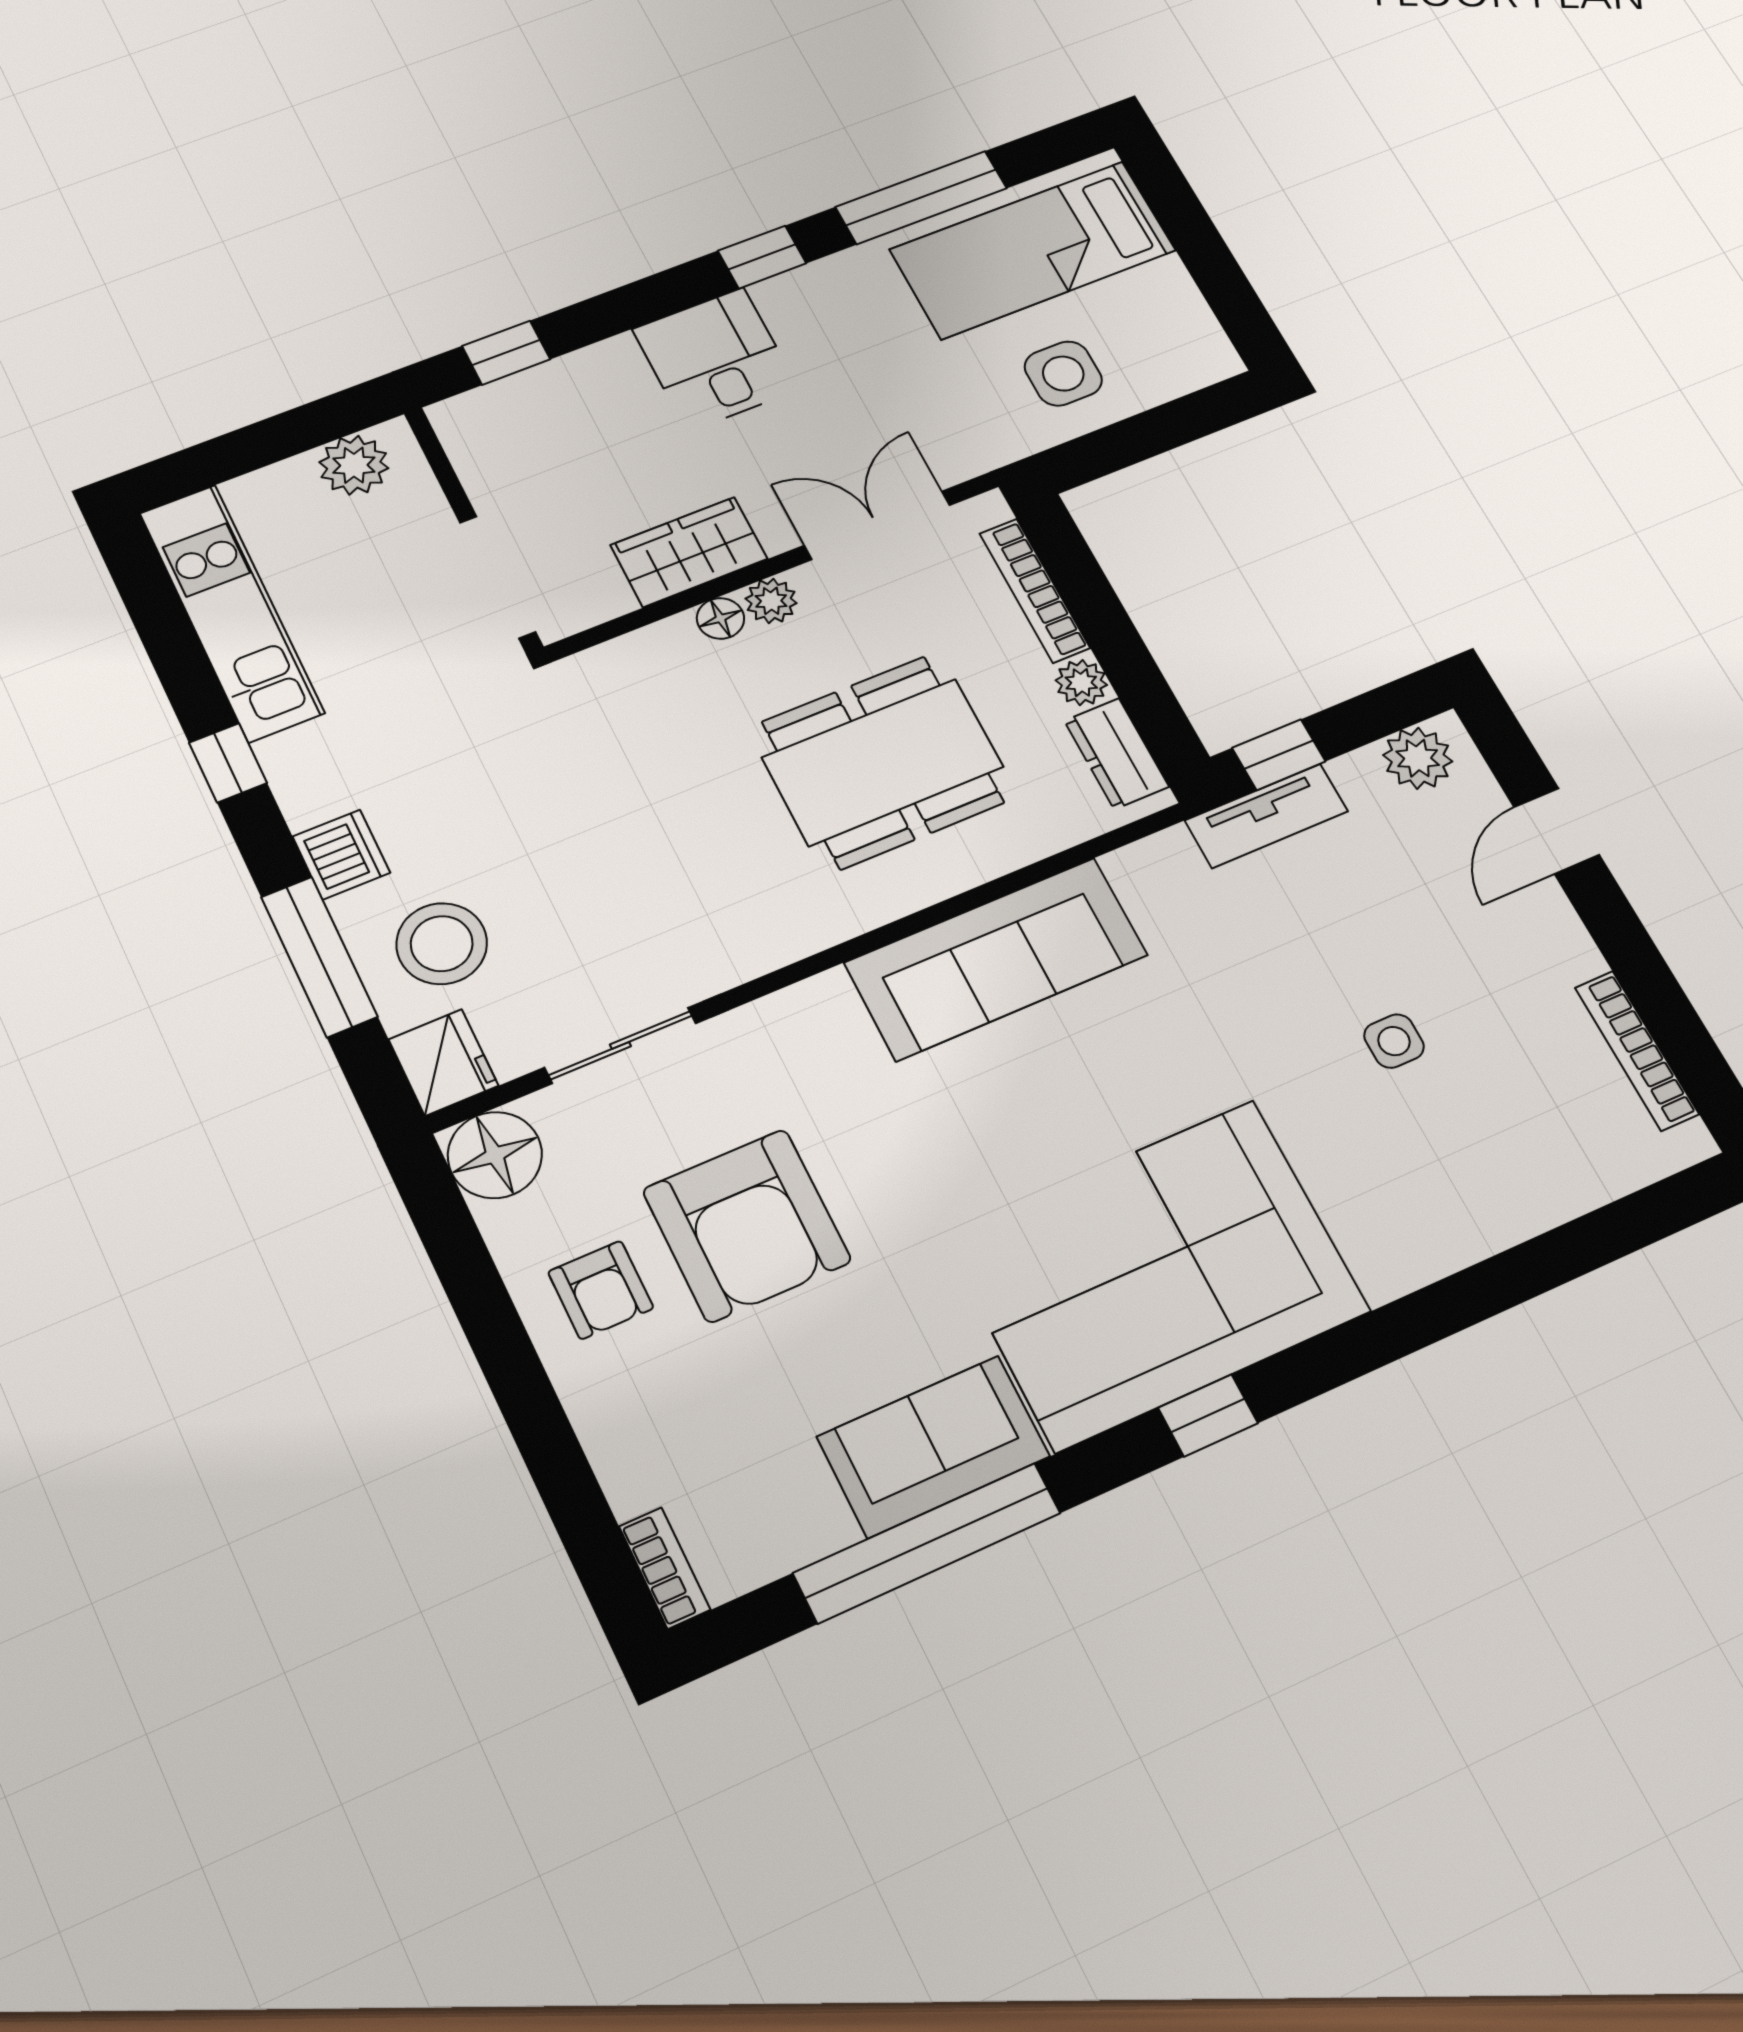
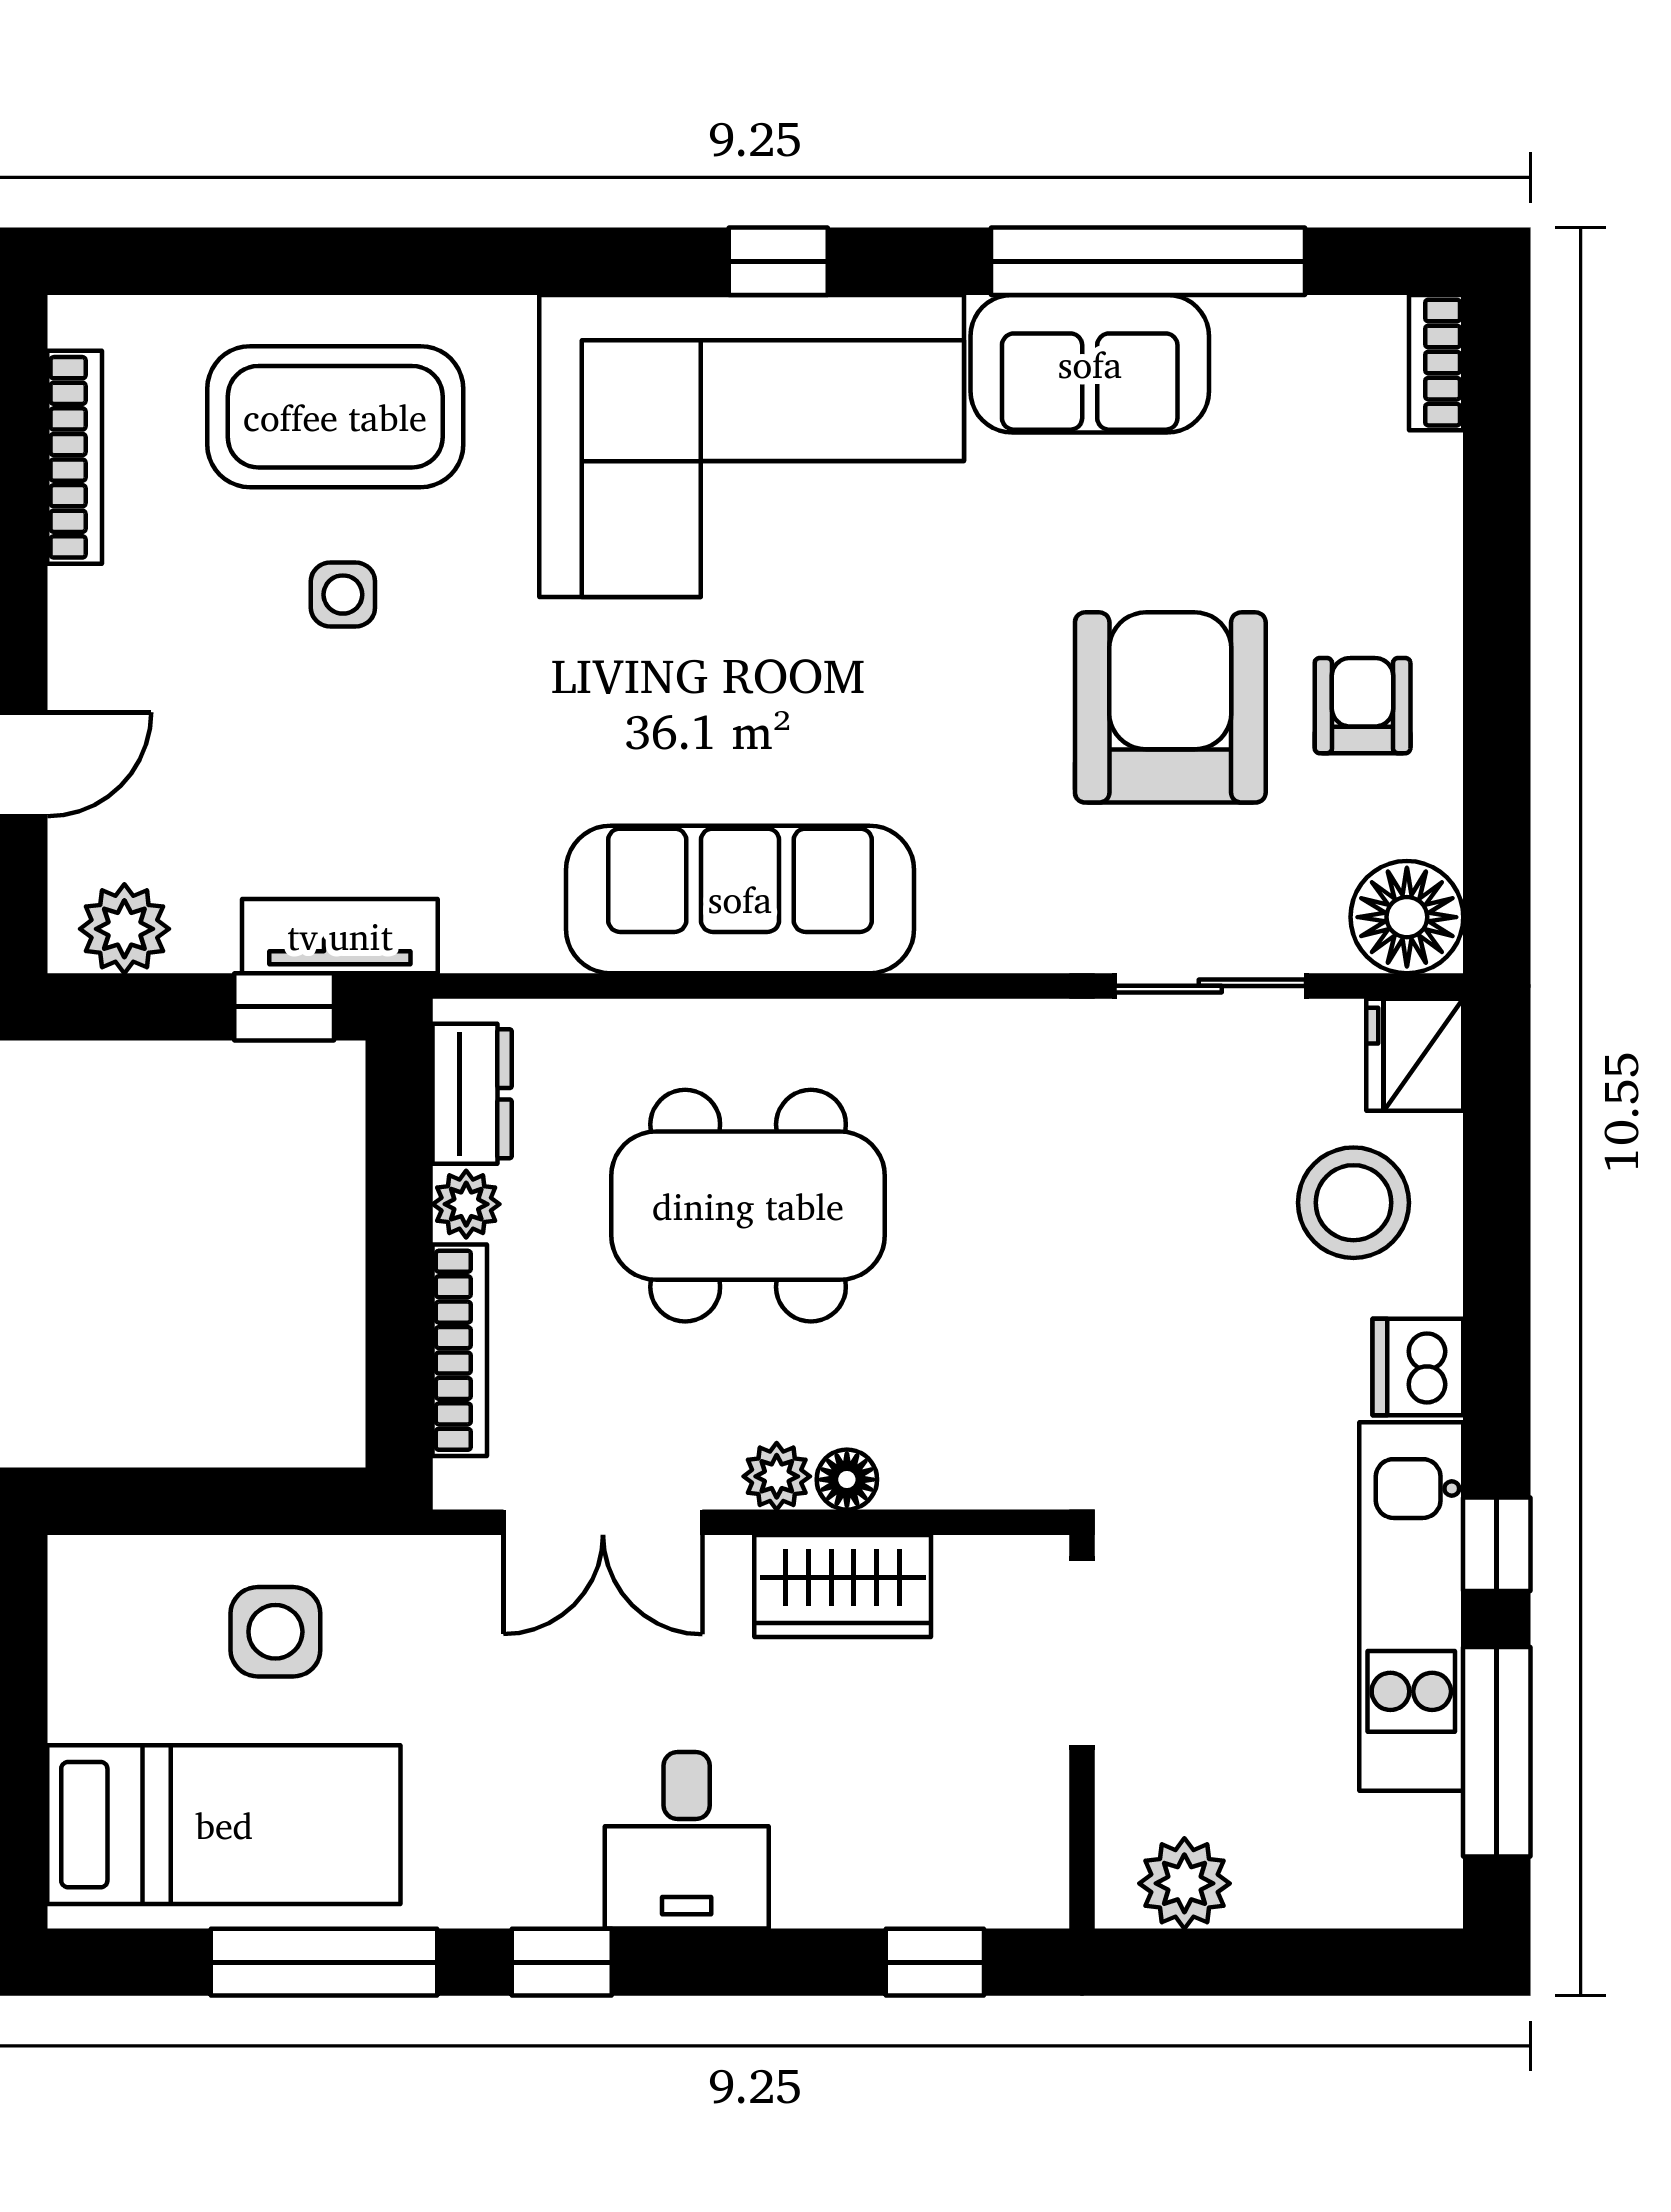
kitchen unit: (231, 612) -> (1411, 1607), moved
window: (319, 957) -> (1497, 1752), moved
coffee table: (1470, 1160) -> (335, 417), added

